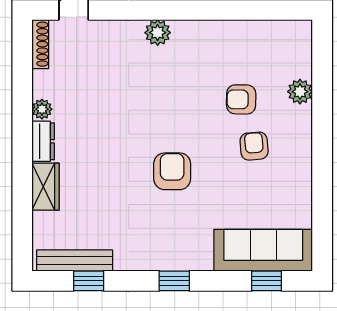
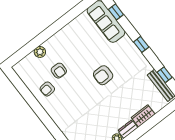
plant: (158, 33) -> (58, 118), removed
armchair: (254, 146) -> (47, 89), moved

